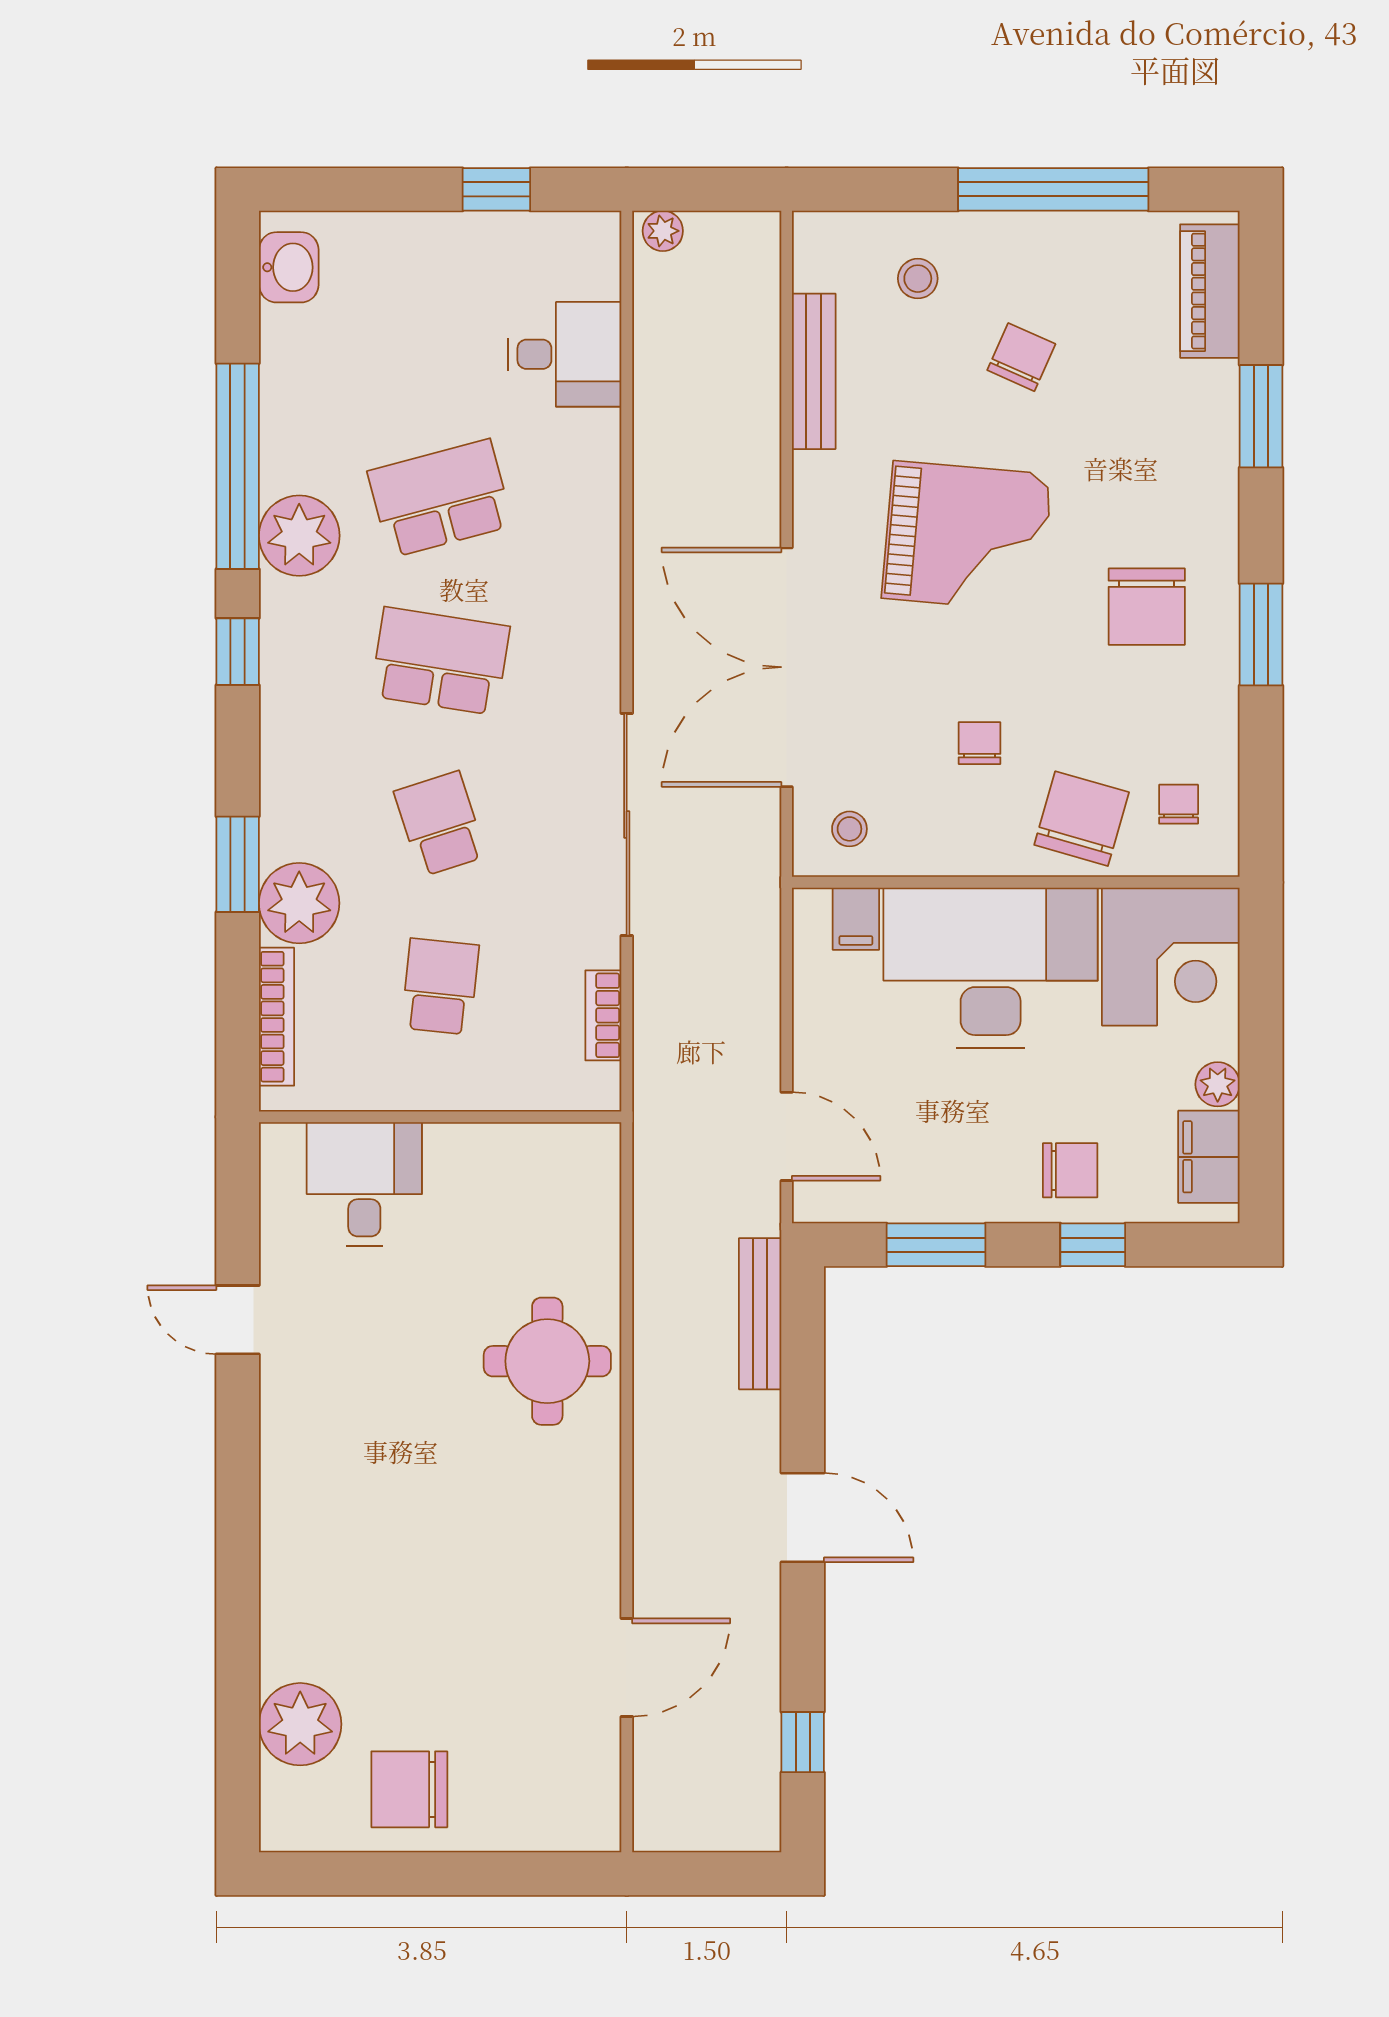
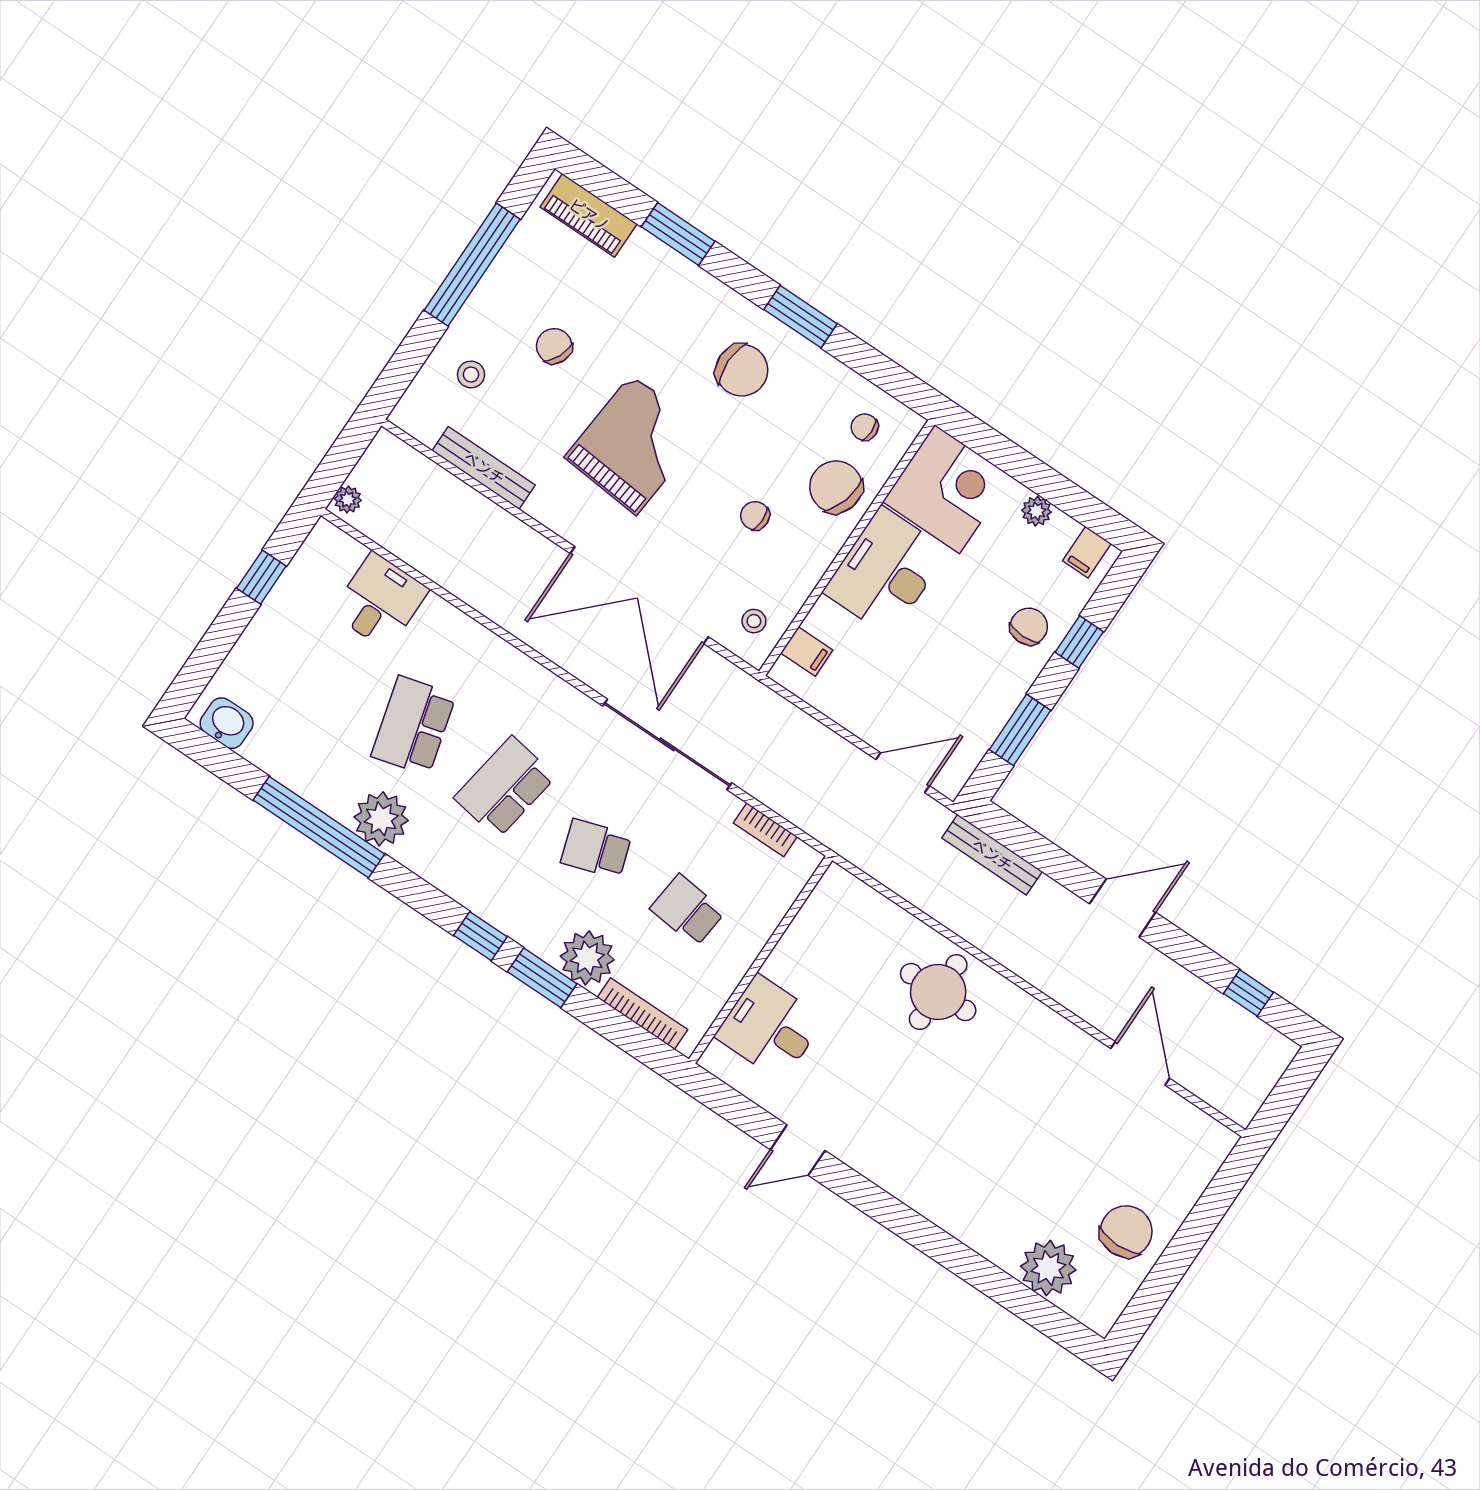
window: (238, 652) -> (480, 936), moved
desk: (991, 968) -> (886, 571), width x0.73, depth x0.77
filing cabinet: (1209, 1157) -> (1087, 552), width x0.50
chair: (409, 1789) -> (1126, 1231), turned 180

